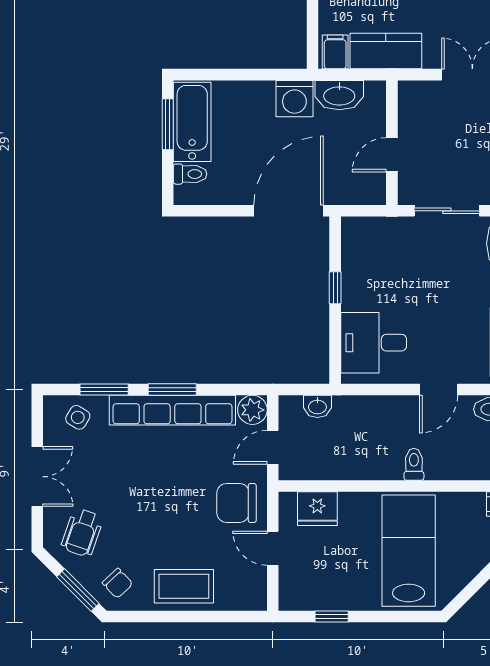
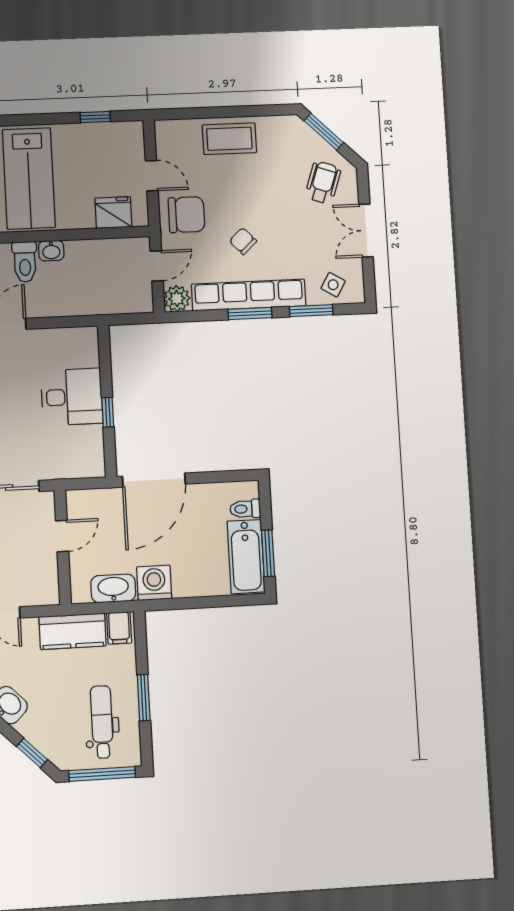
desk: (374, 343) -> (72, 397), moved
washbasin: (317, 406) -> (51, 251), moved, turned 180
toilet: (414, 464) -> (25, 262), width x1.37, depth x1.39
chair: (117, 583) -> (243, 241), moved

